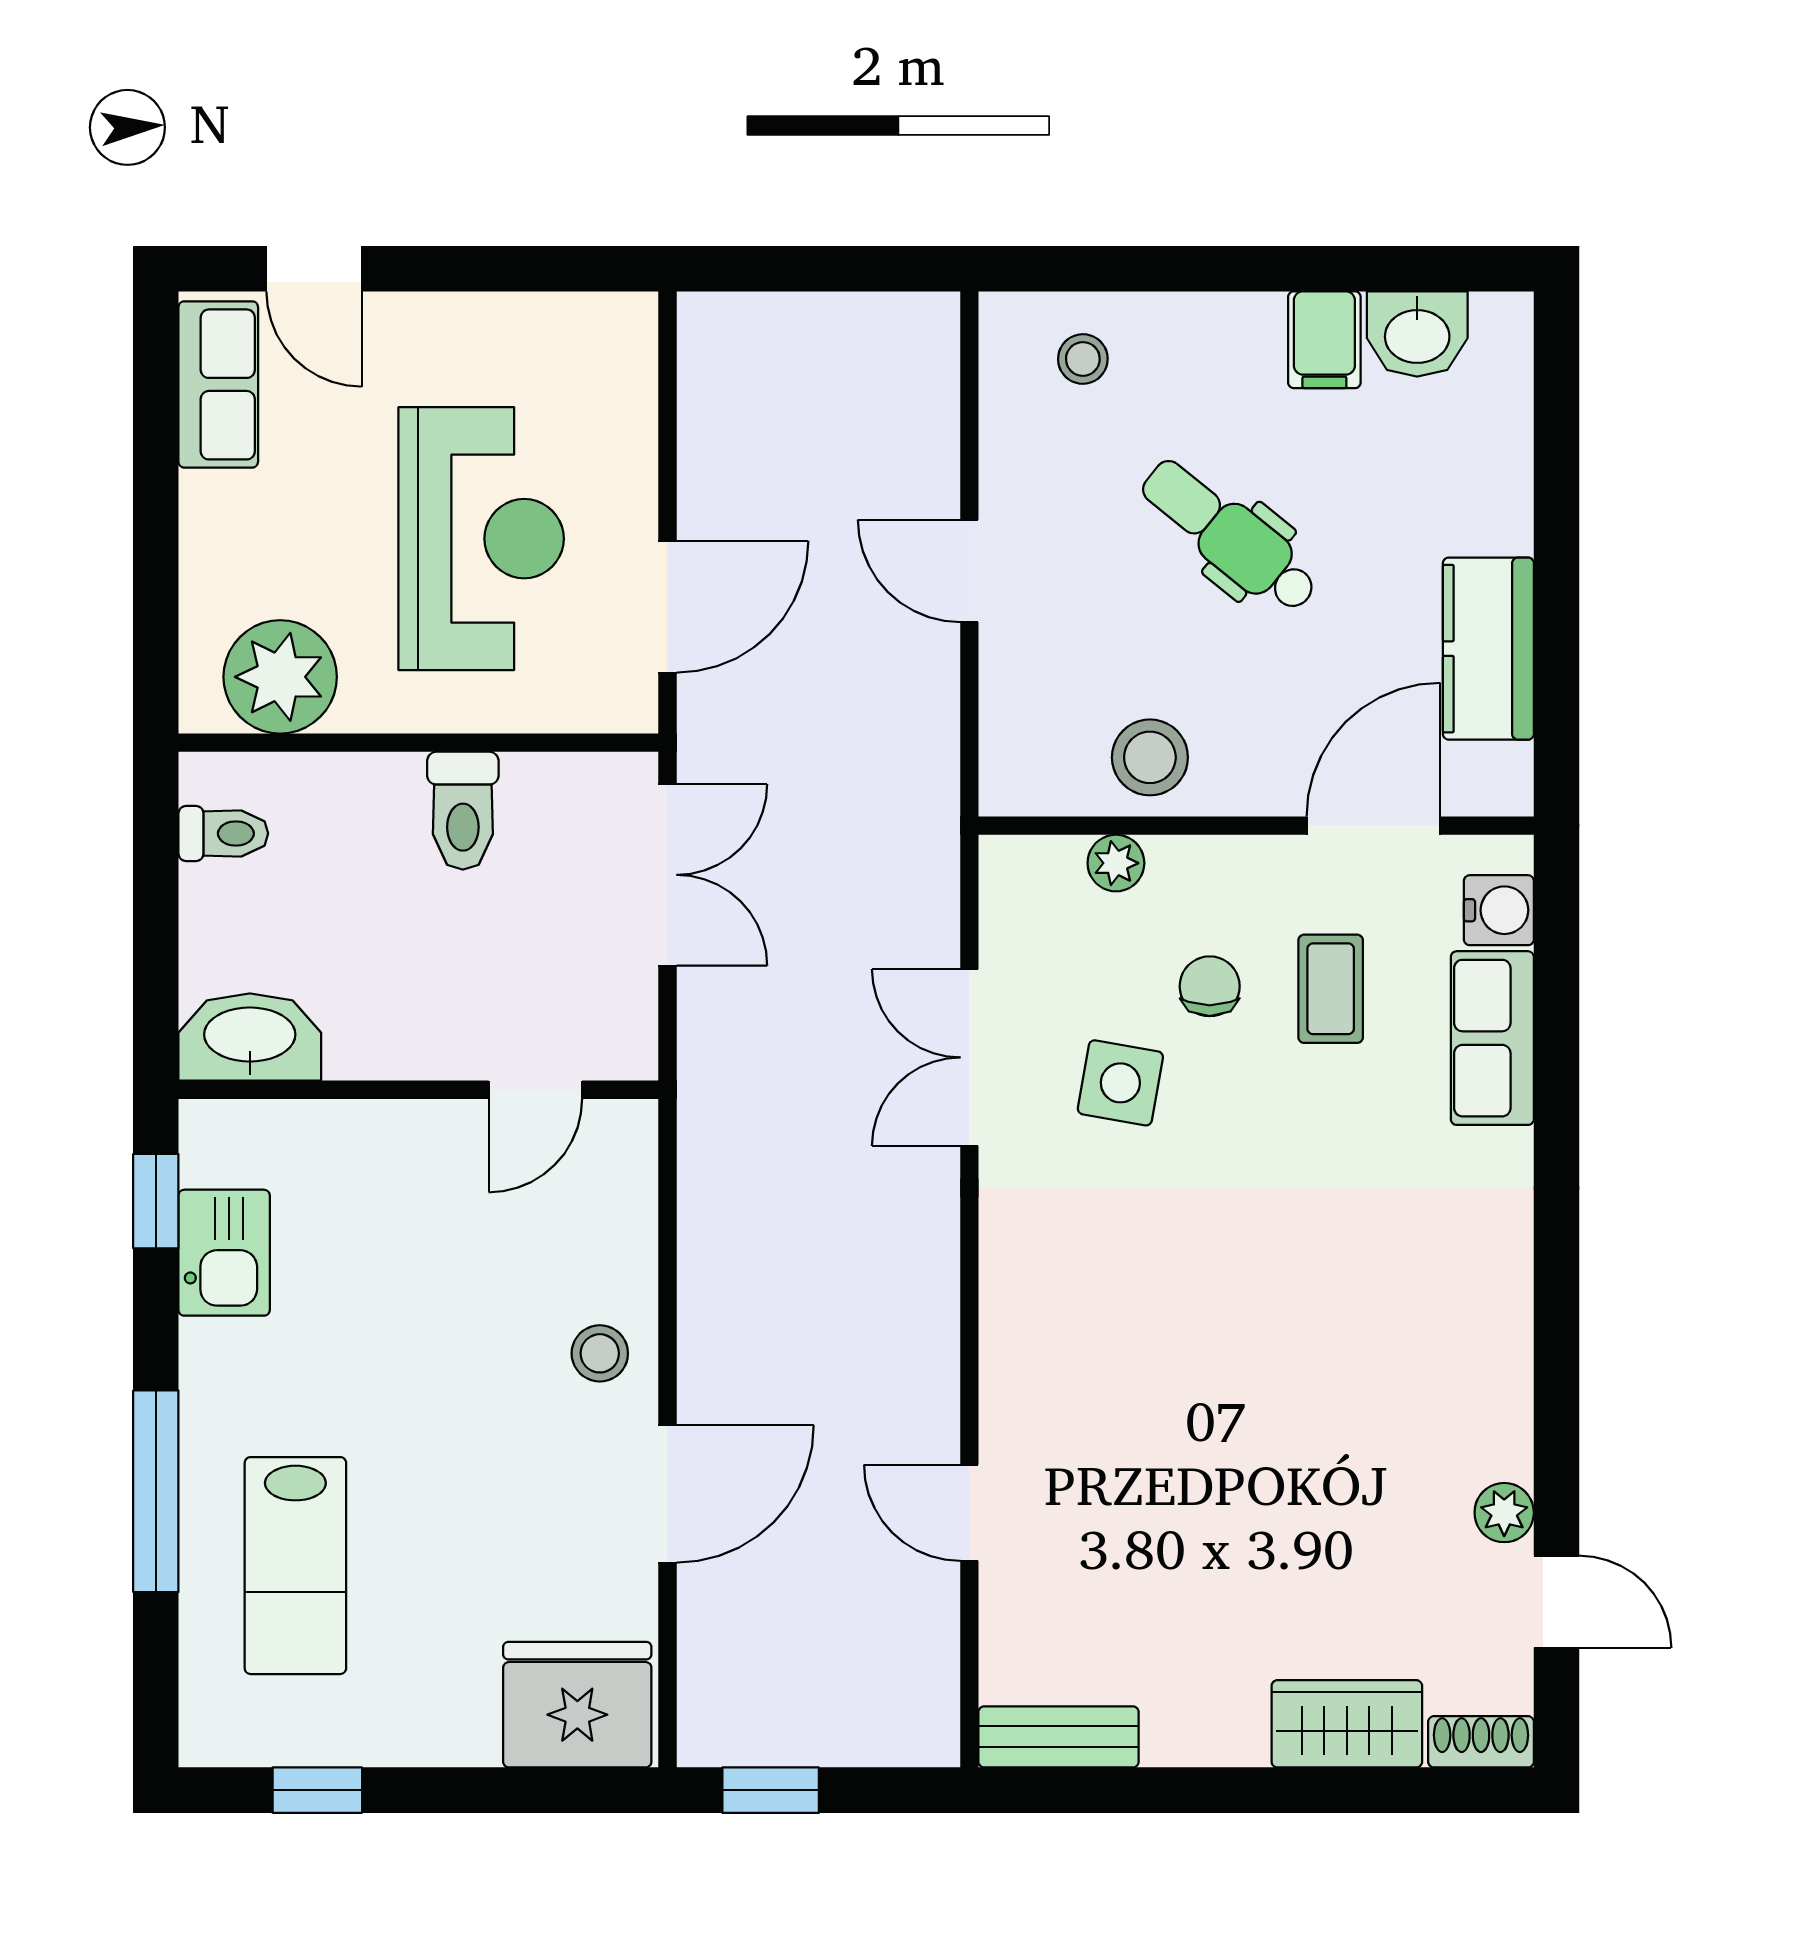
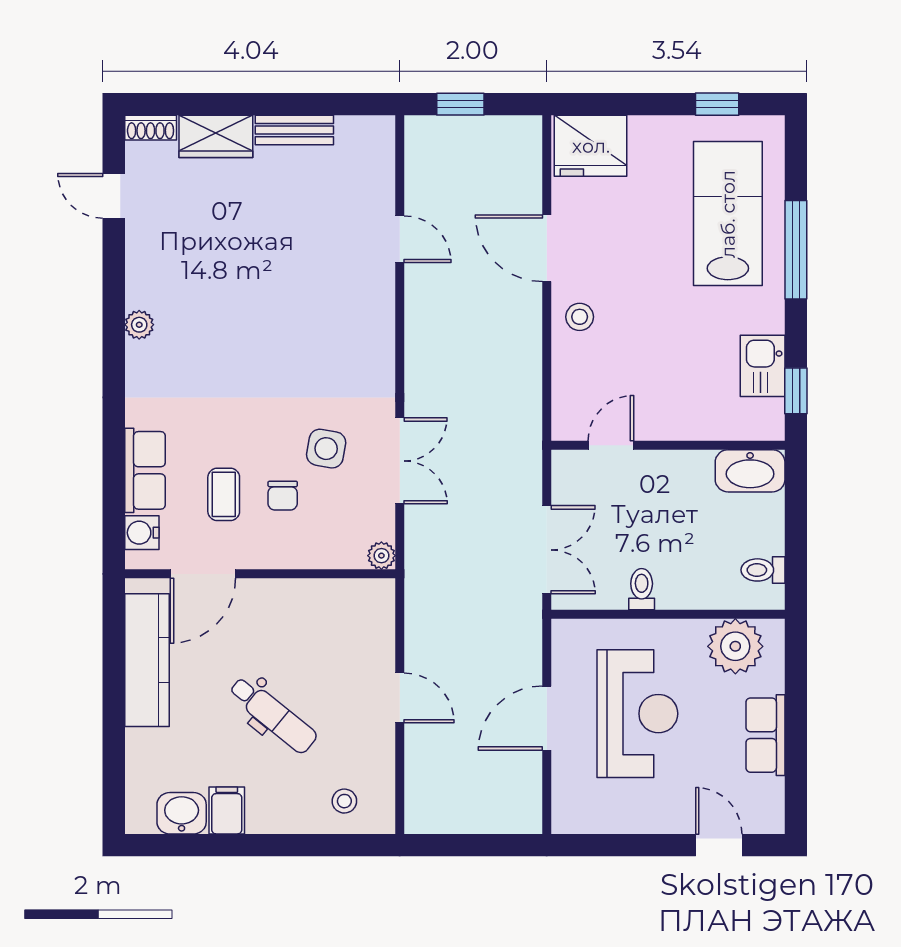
row of seats: (218, 384) -> (765, 735), moved
reception desk: (481, 539) -> (637, 714), turned 180
door: (667, 607) -> (547, 718), moved
kitchen counter: (1488, 649) -> (147, 660), width x1.50
stool: (1150, 757) -> (312, 607), removed
toilet: (463, 811) -> (642, 589), width x0.73, depth x0.72
plant: (1116, 863) -> (381, 556), moved
double door: (667, 875) -> (547, 550), swing flipped
door: (667, 1494) -> (547, 248), hinge flipped
plant: (1504, 1513) -> (139, 325), moved
lab bench: (295, 1566) -> (728, 214), width x1.36, depth x1.39
bench: (1059, 1737) -> (294, 130), moved
window: (771, 1790) -> (460, 104), moved

